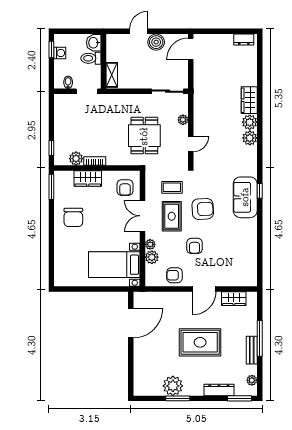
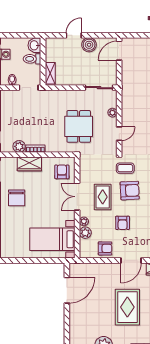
coffee table: (172, 187) -> (125, 168), moved
armchair: (125, 188) -> (62, 172), turned 180
armchair: (175, 275) -> (105, 248), turned 180
rug: (200, 342) -> (127, 307), turned 90

